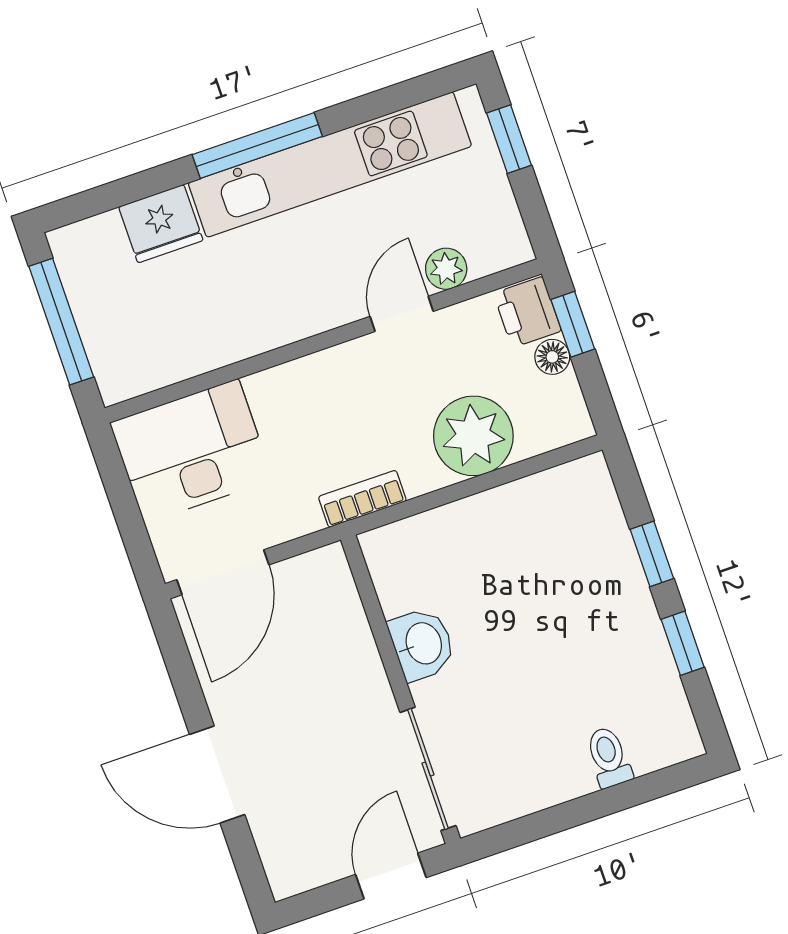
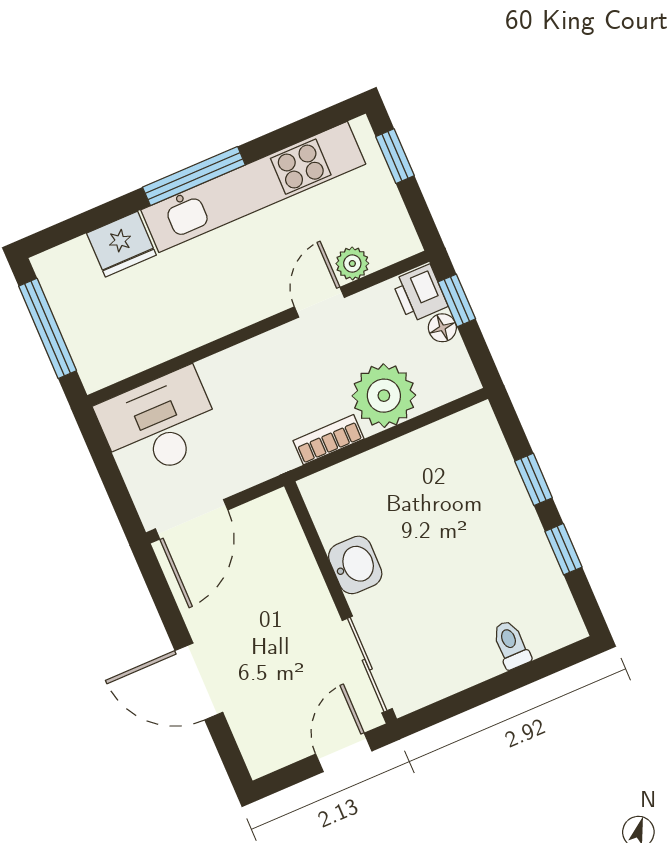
bookcase: (362, 499) -> (328, 440), moved

